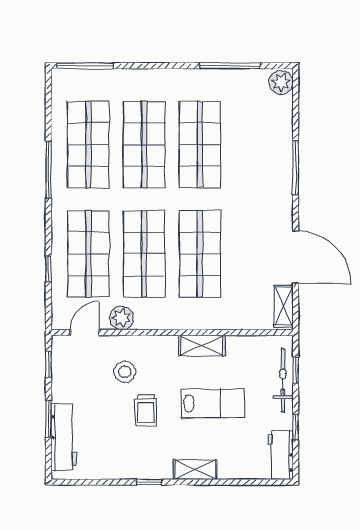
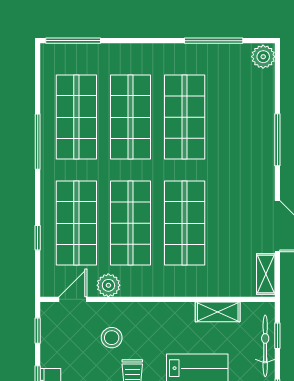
shelving: (202, 345) -> (218, 312), moved

